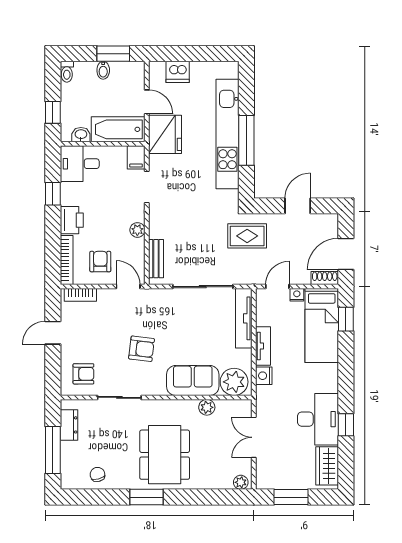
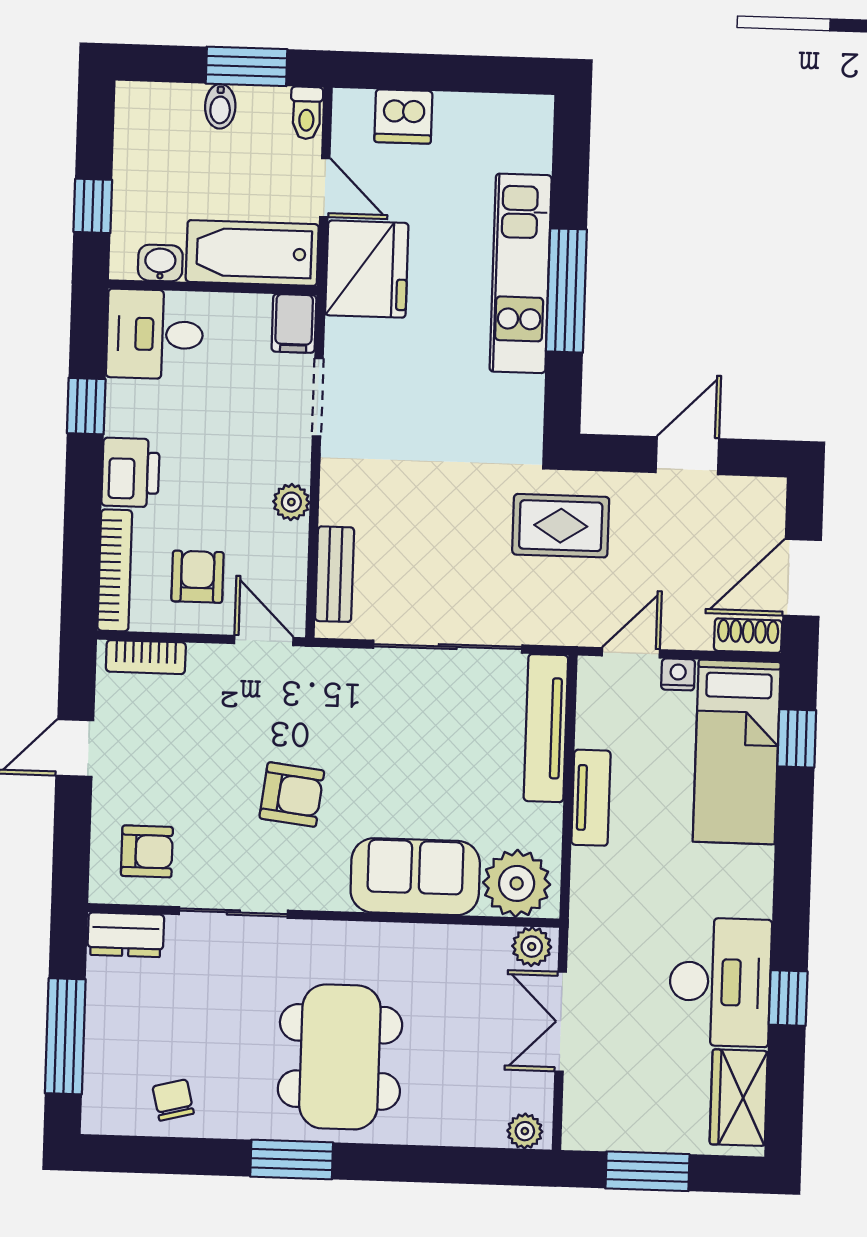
toilet: (67, 72) -> (307, 113), moved
kitchen unit: (227, 134) -> (521, 273), width x0.73
nightstand: (264, 376) -> (590, 871), removed
plant: (207, 407) -> (532, 947), moved
dresser: (69, 425) -> (126, 935), moved, turned 90

